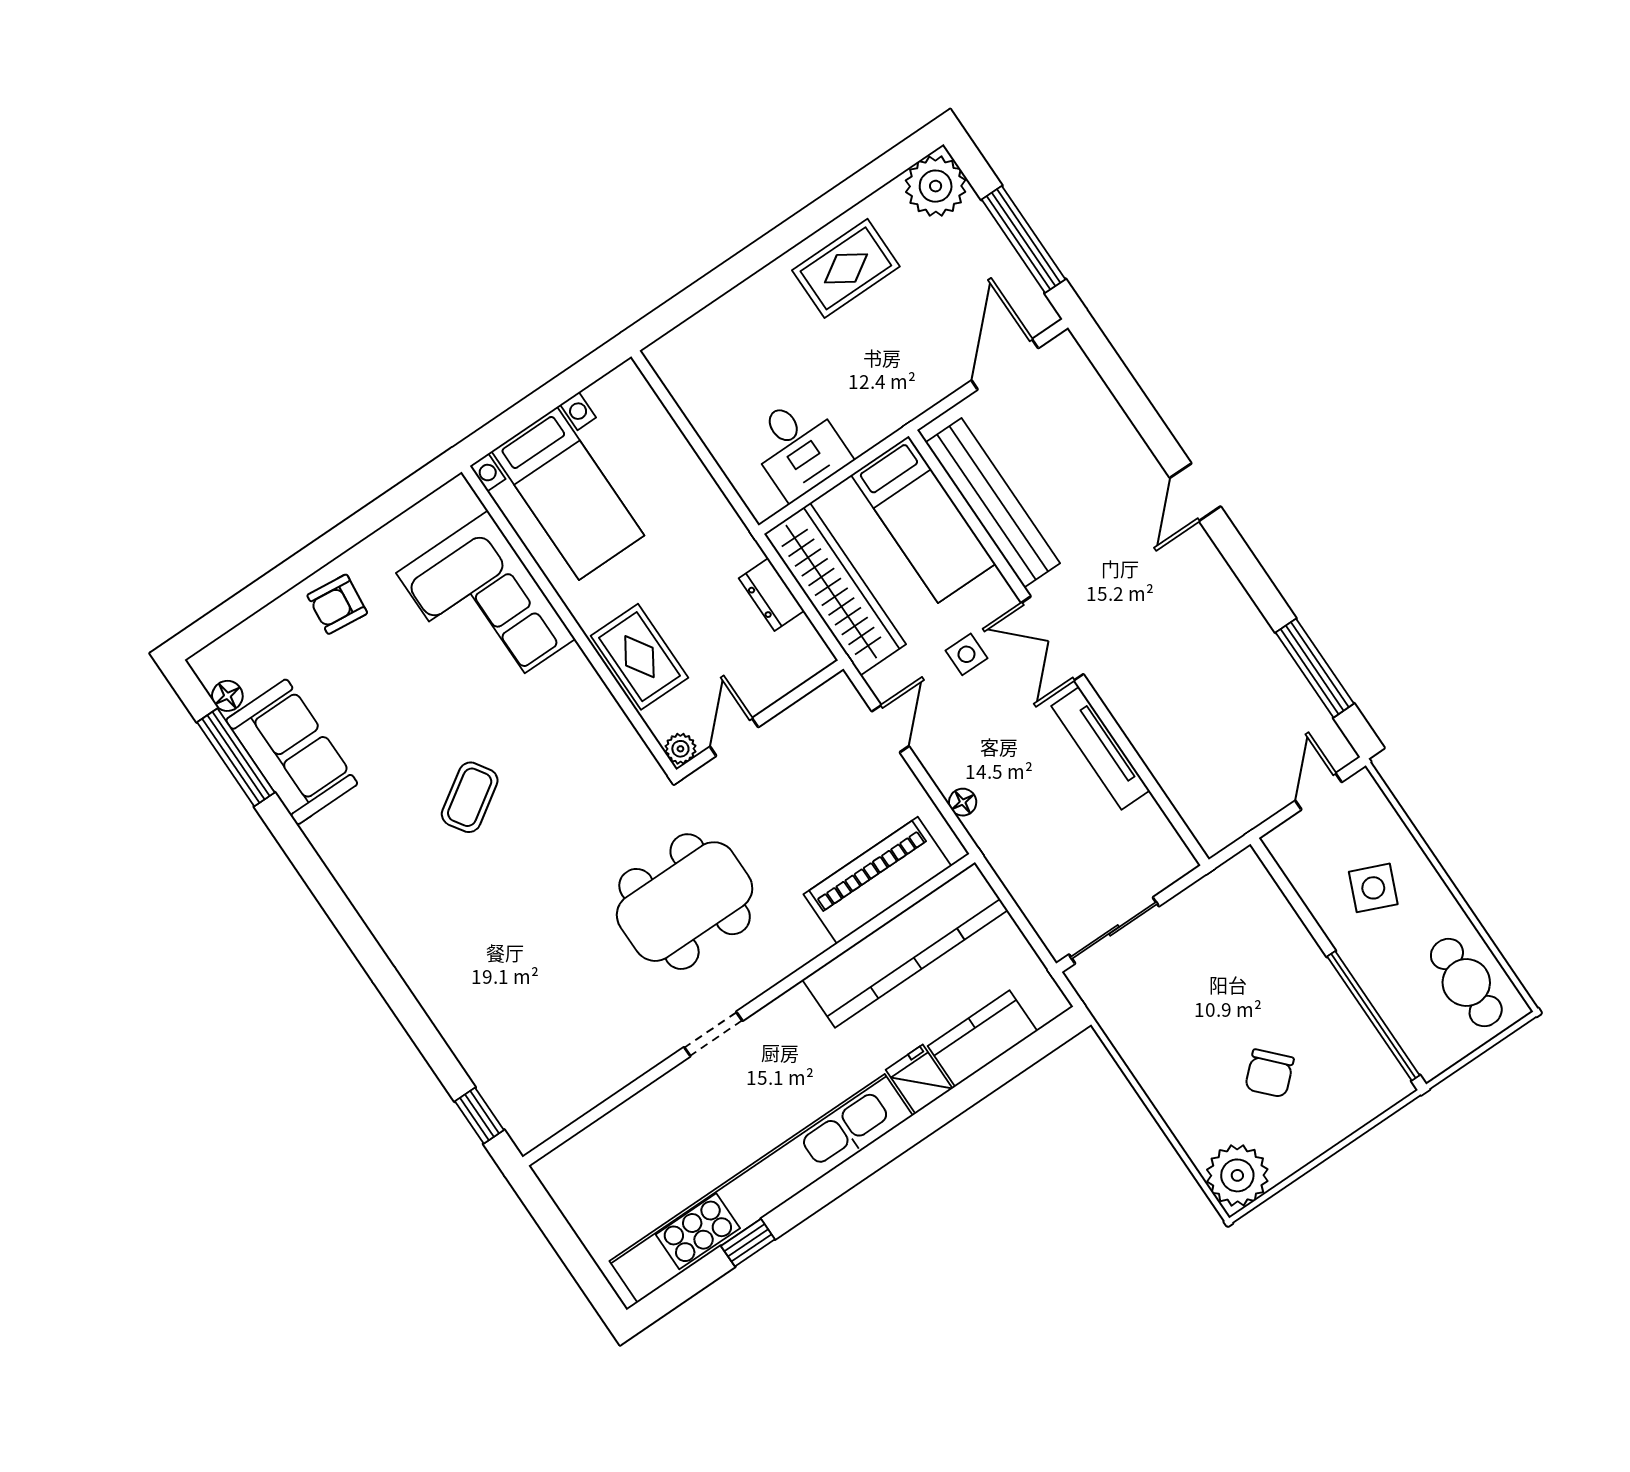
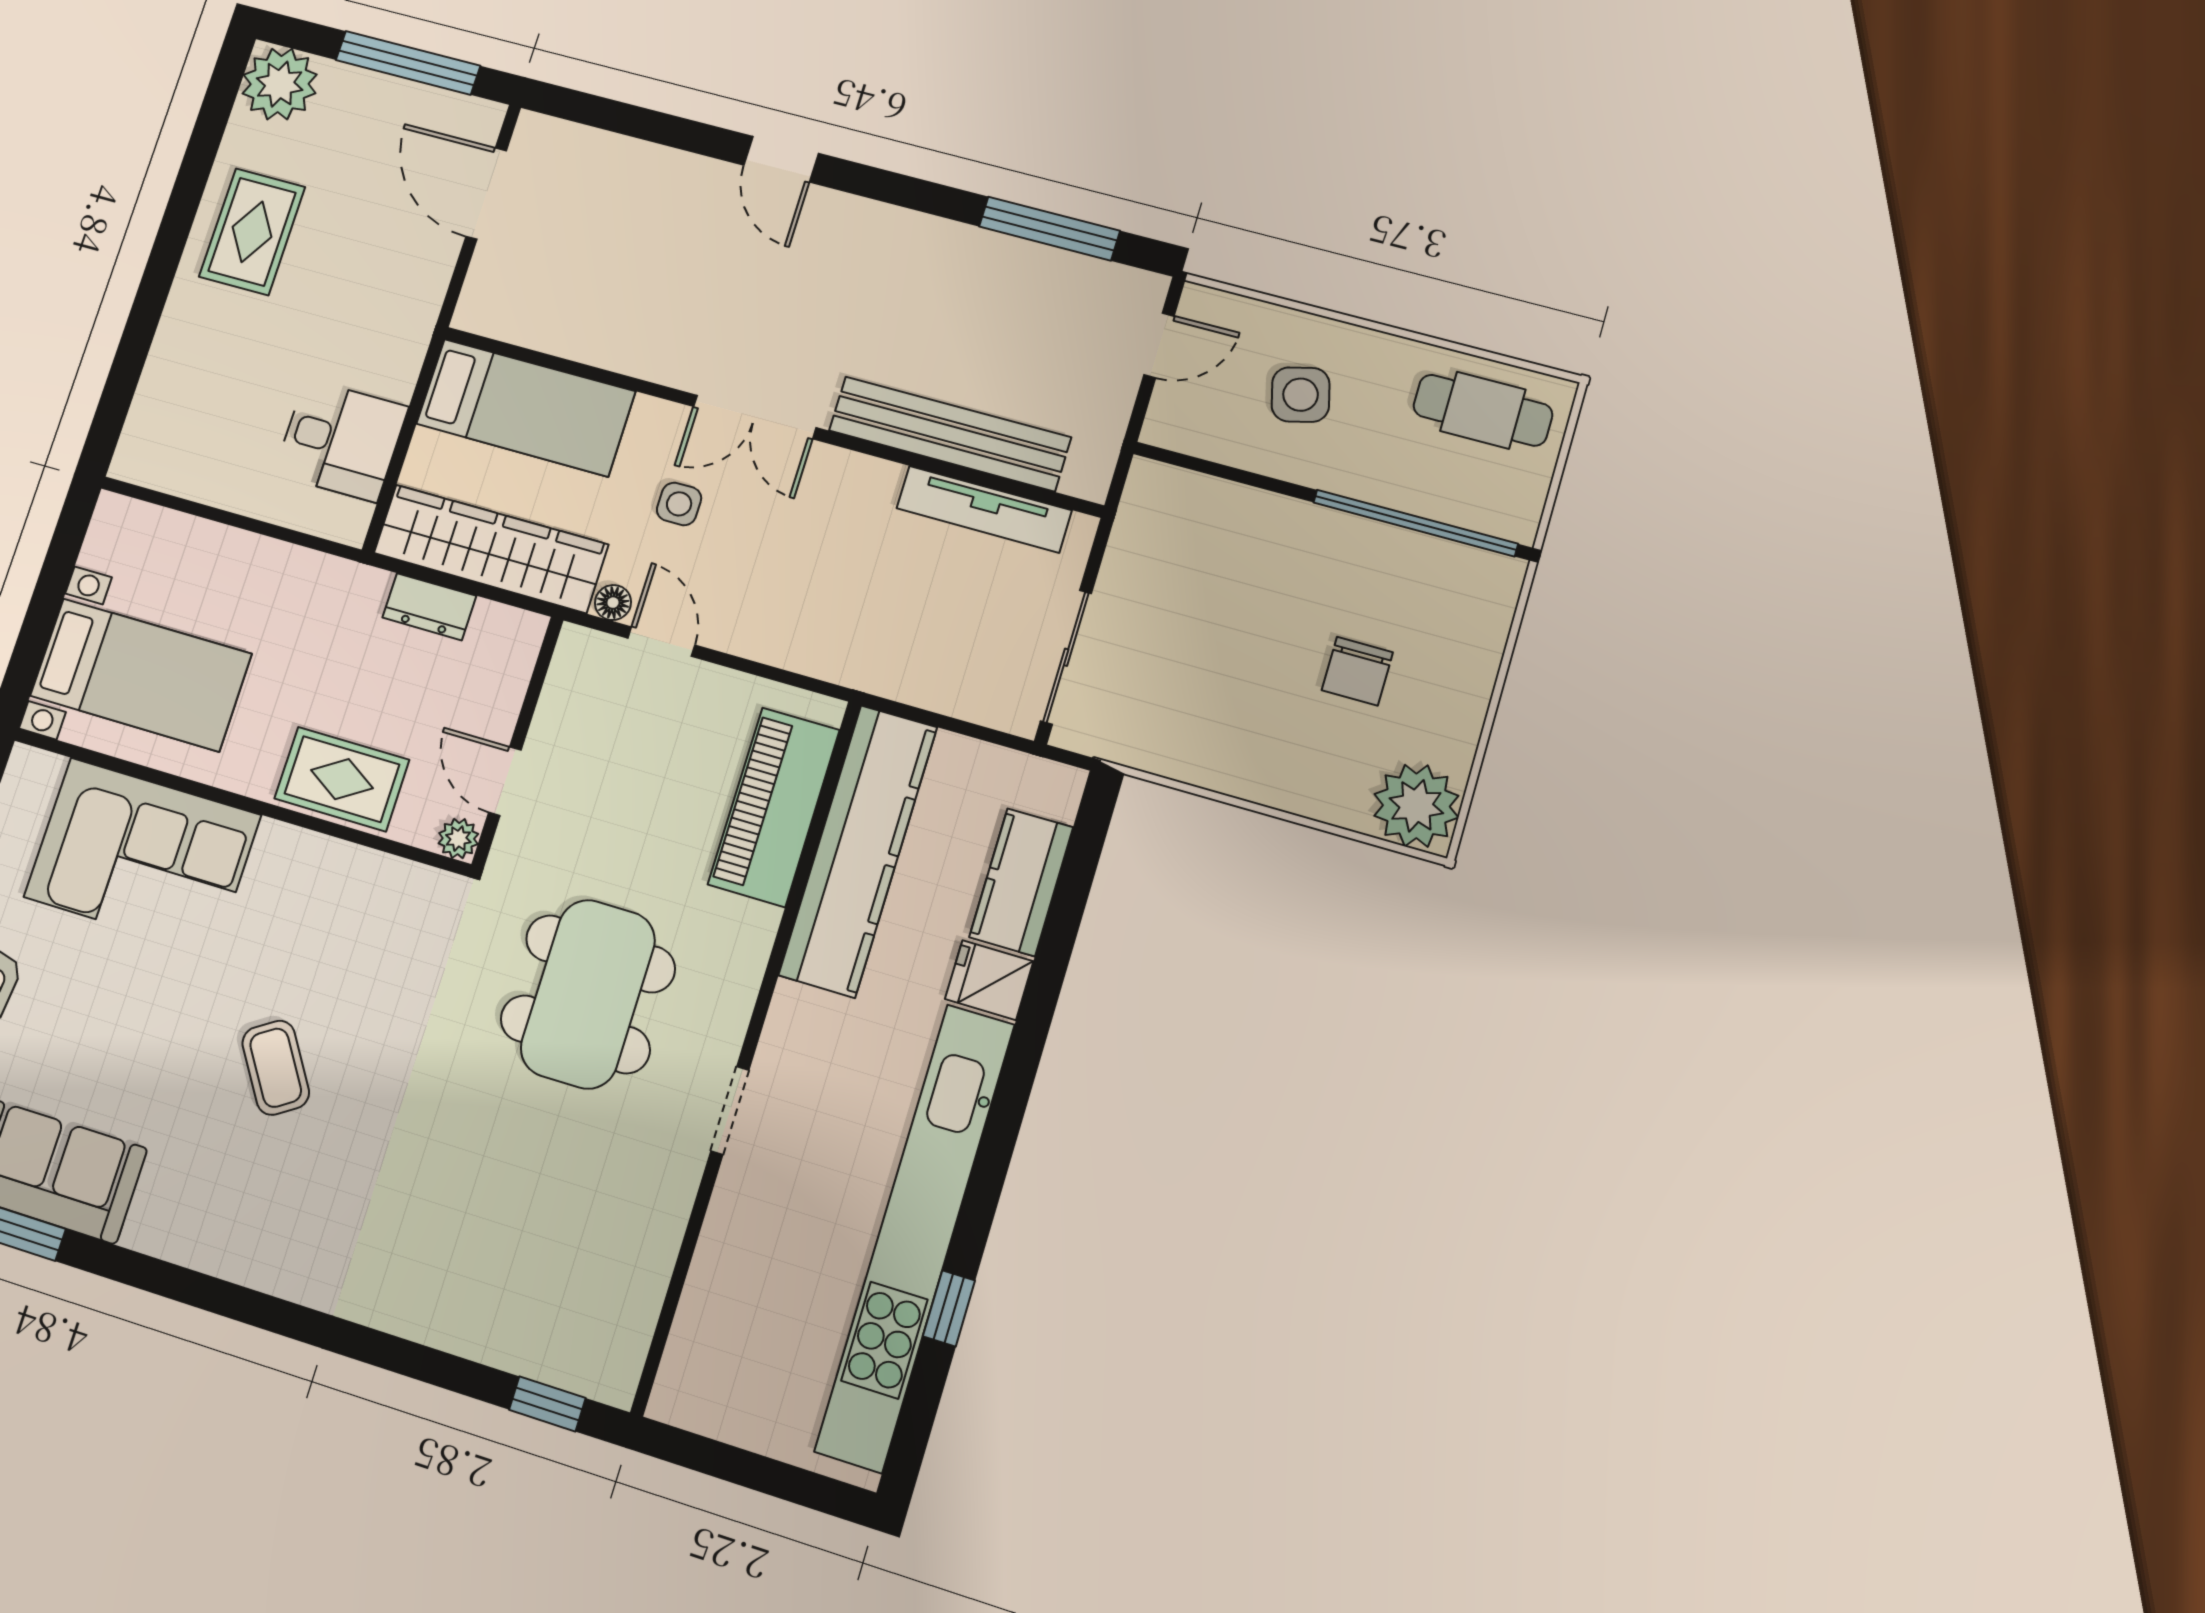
bench: (993, 503) -> (950, 434), moved
tv unit: (1100, 748) -> (984, 509), moved
door: (1319, 791) -> (1159, 345), swing flipped
floor lamp: (963, 802) -> (613, 603), moved
side table: (1373, 888) -> (1301, 395), turned -37
chair: (1269, 1073) -> (1357, 671), turned 43

